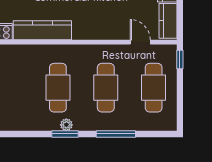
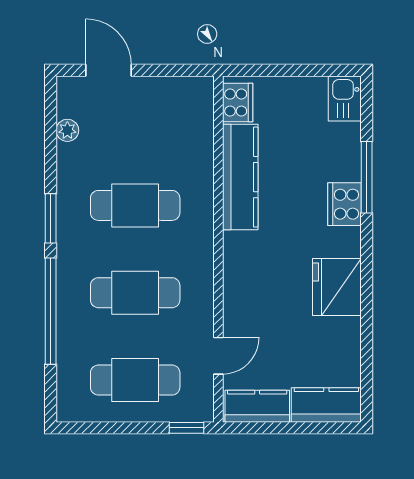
plant: (66, 125) -> (67, 130), moved
window: (116, 134) -> (51, 311), width x1.46

